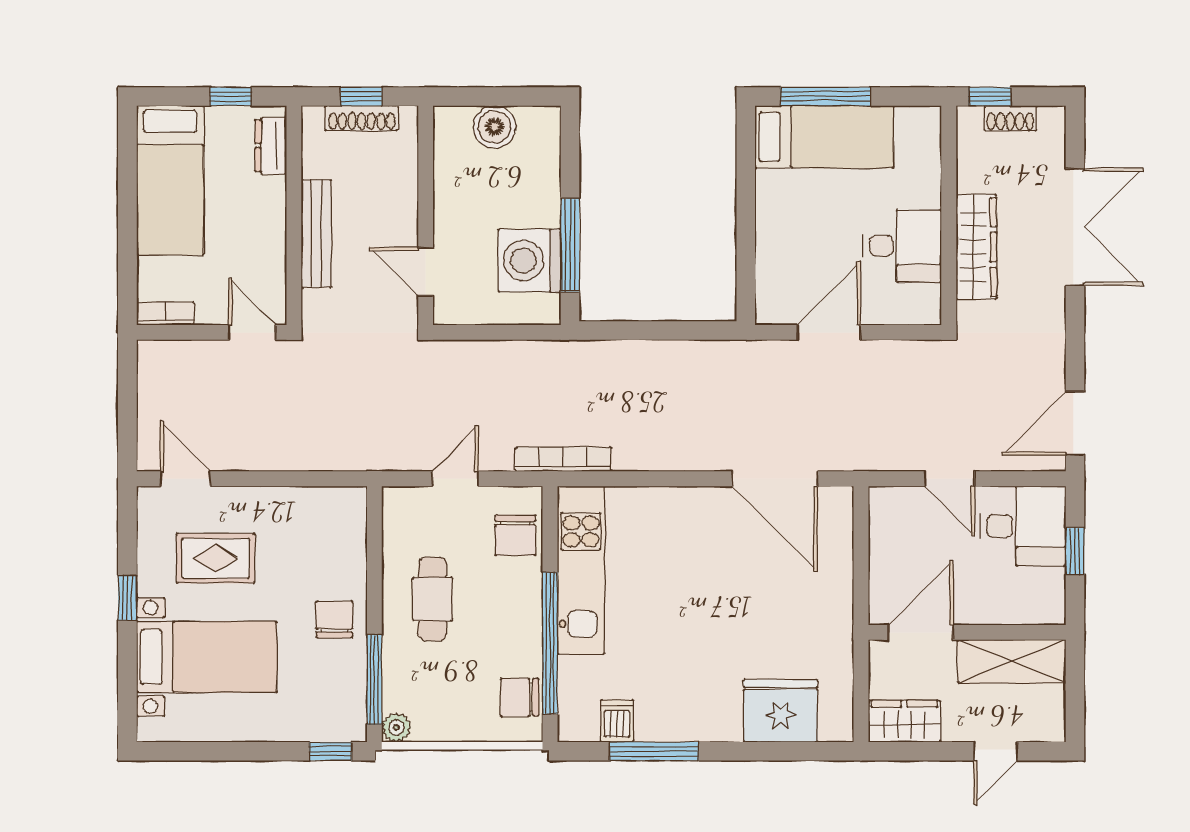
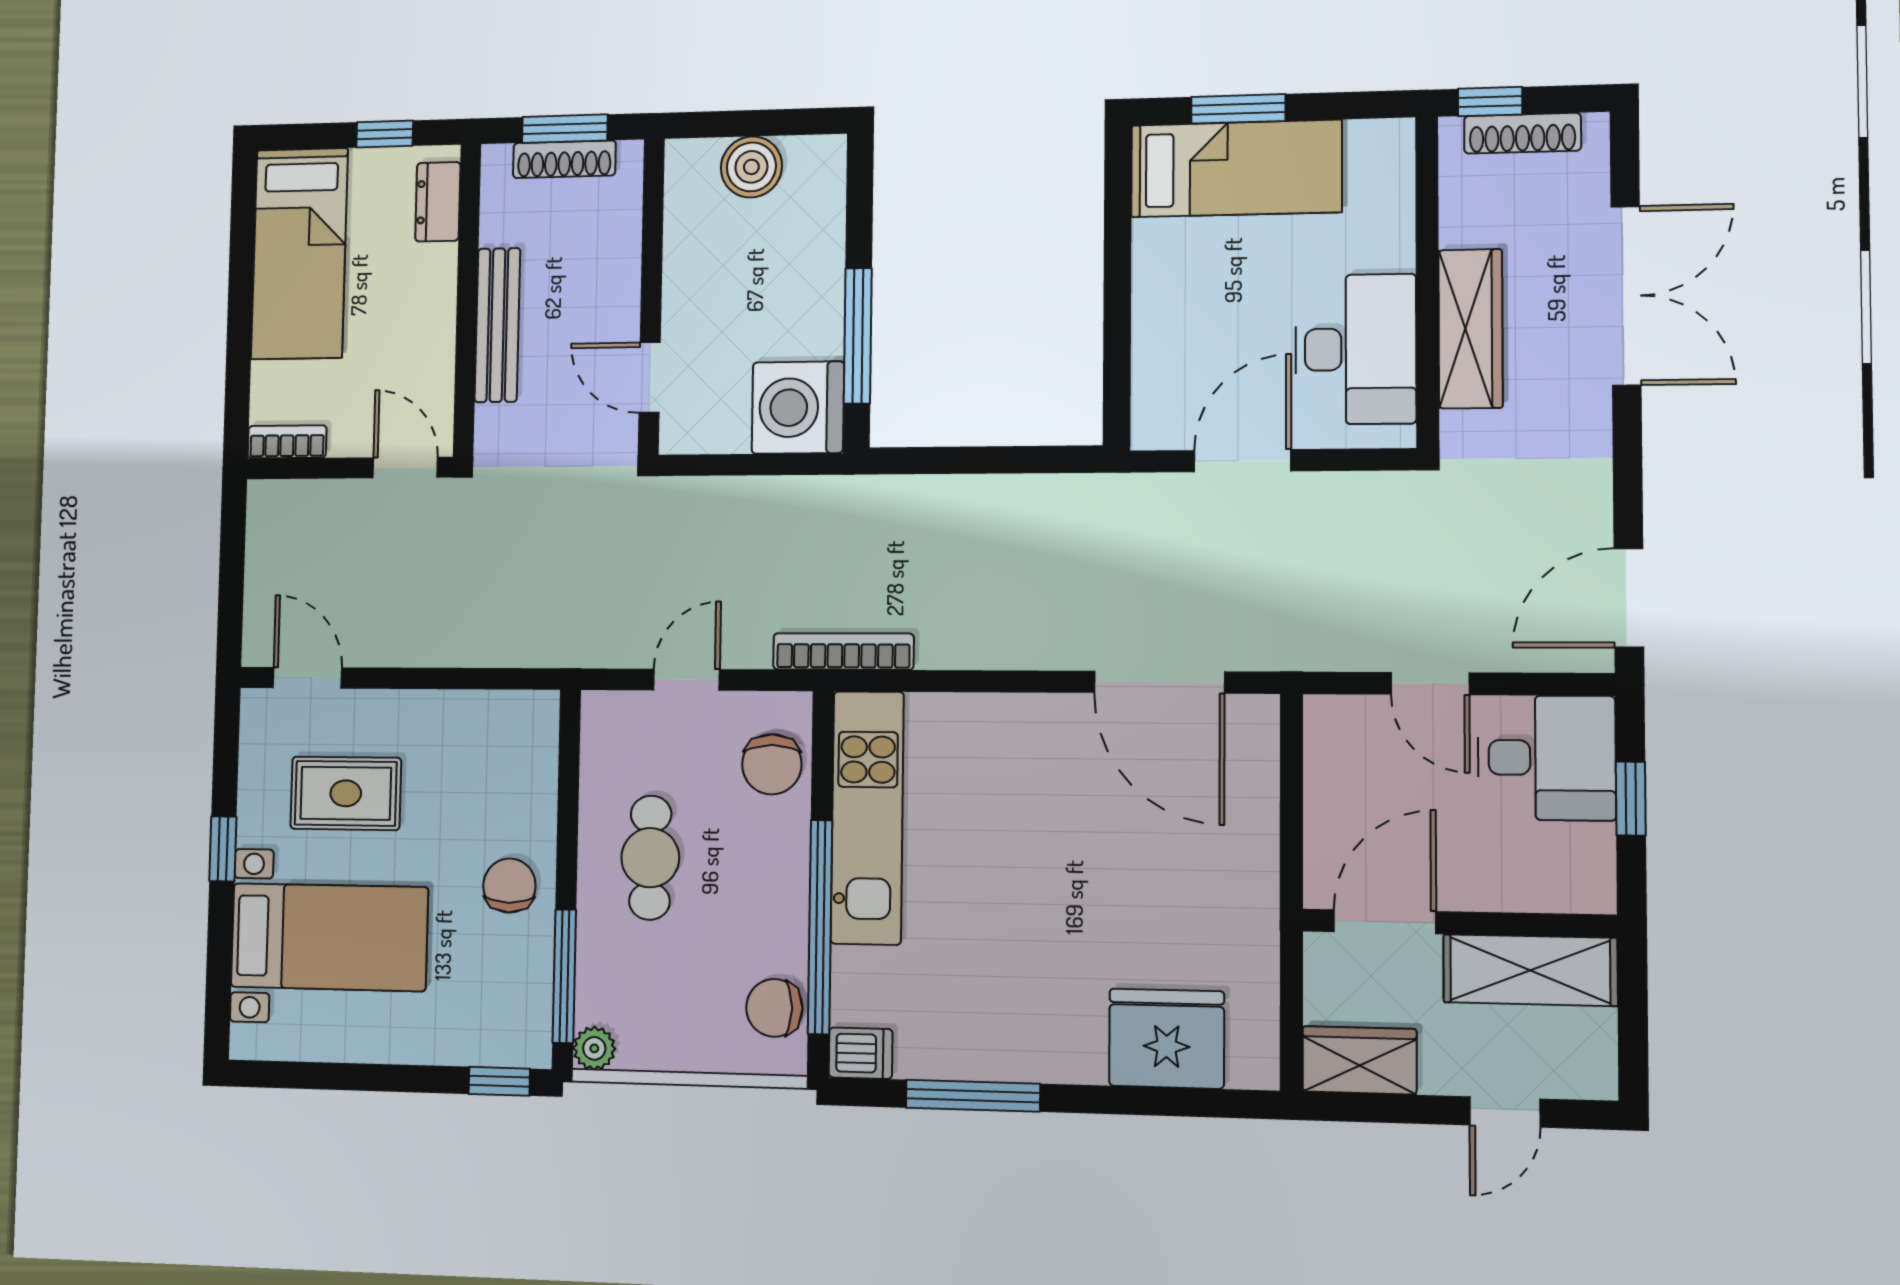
window: (361, 96) -> (565, 129), width x1.50
window: (826, 96) -> (1238, 109), width x0.69
shoe rack: (1010, 118) -> (1522, 133), width x1.43
desk: (902, 246) -> (1356, 349), width x1.37
washing machine: (530, 261) -> (798, 408), moved
dishwasher: (617, 721) -> (861, 1053), moved, turned 90

